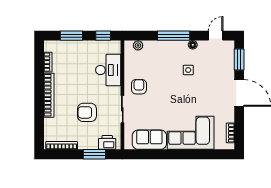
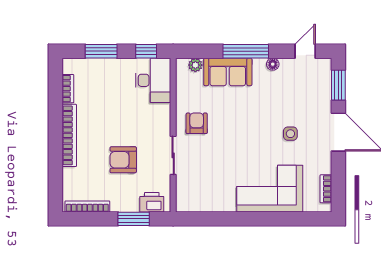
desk: (108, 70) -> (153, 80), moved
side table: (188, 70) -> (290, 134), moved
sofa: (149, 140) -> (228, 72), moved, turned 180

